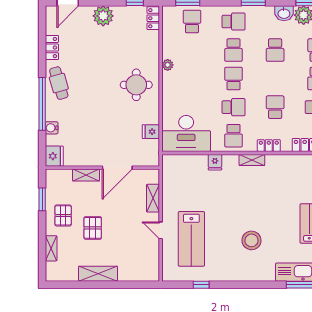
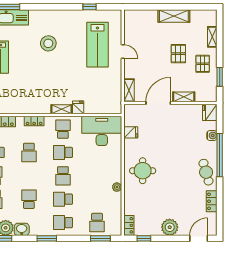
school desk: (234, 50) -> (63, 199), turned -90
shelving: (252, 160) -> (61, 109), moved
shelving: (153, 198) -> (129, 90), moved
lab bench: (191, 239) -> (97, 45), turned 180

